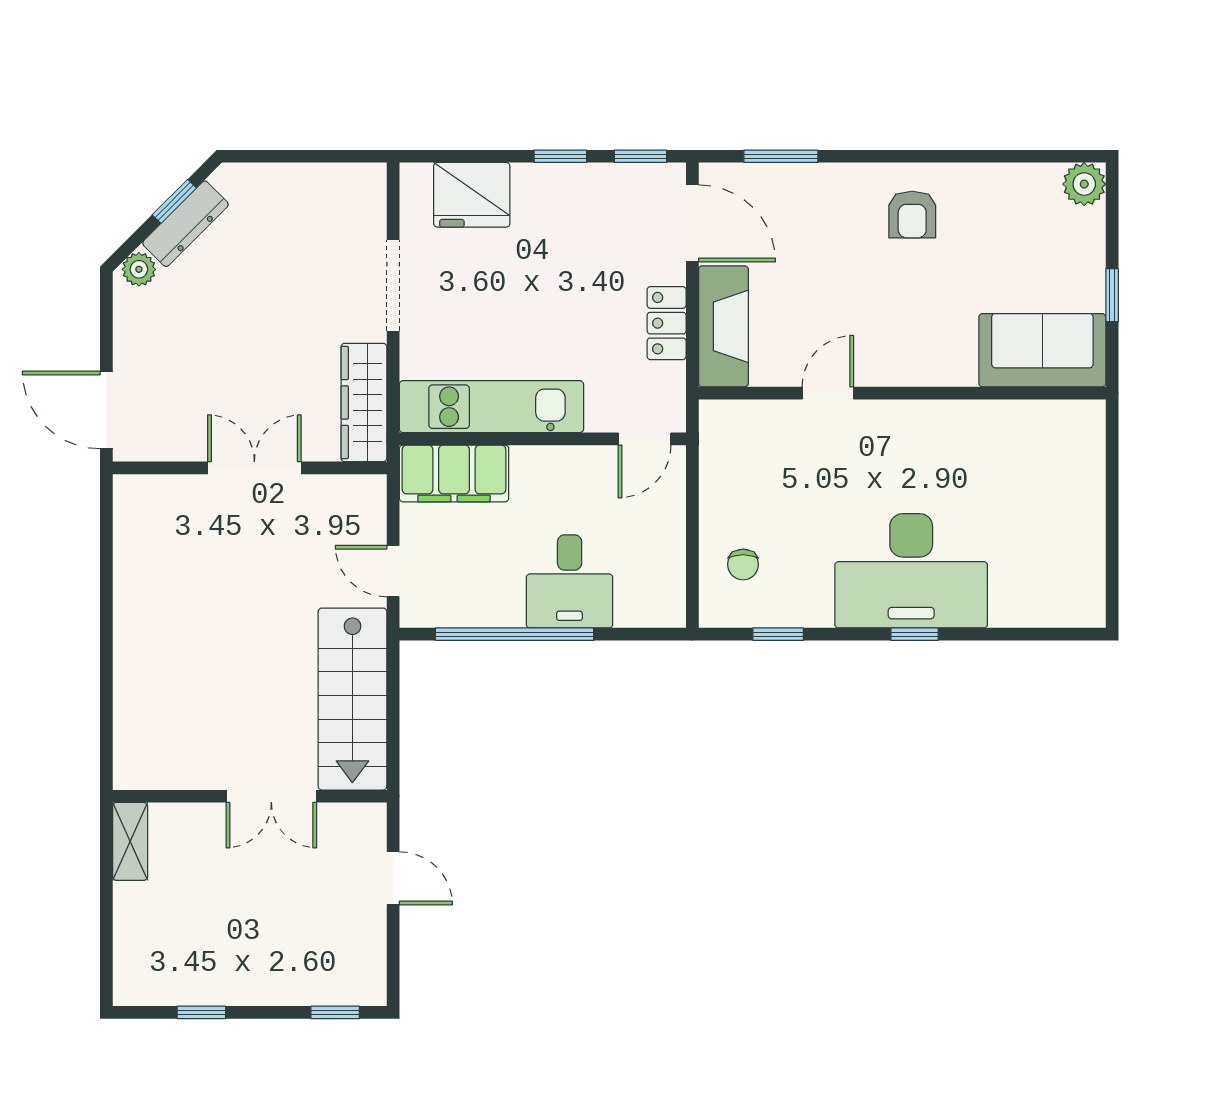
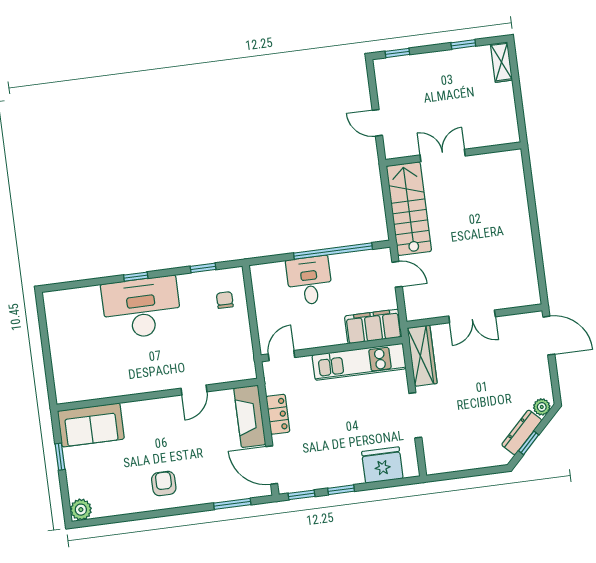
shelving: (130, 841) -> (501, 62), moved

